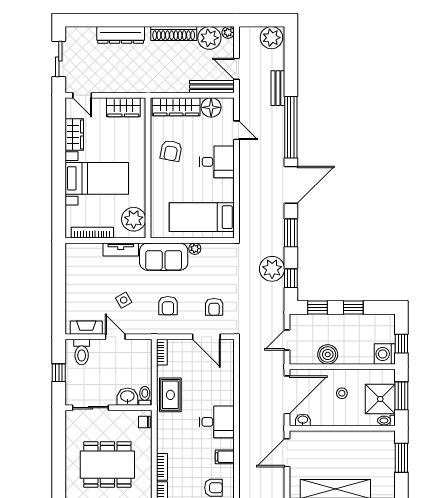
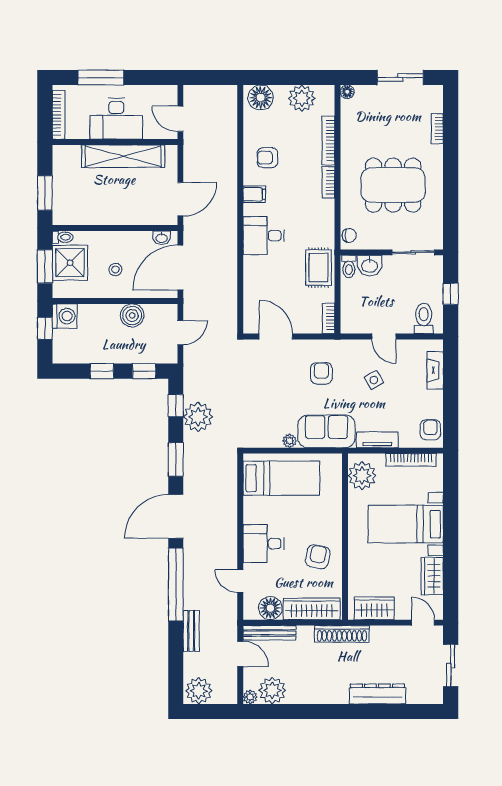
shoe rack: (174, 34) -> (342, 634), moved, turned 180
armchair: (214, 307) -> (430, 430), moved
fireplace: (86, 328) -> (435, 370), moved, turned 90

